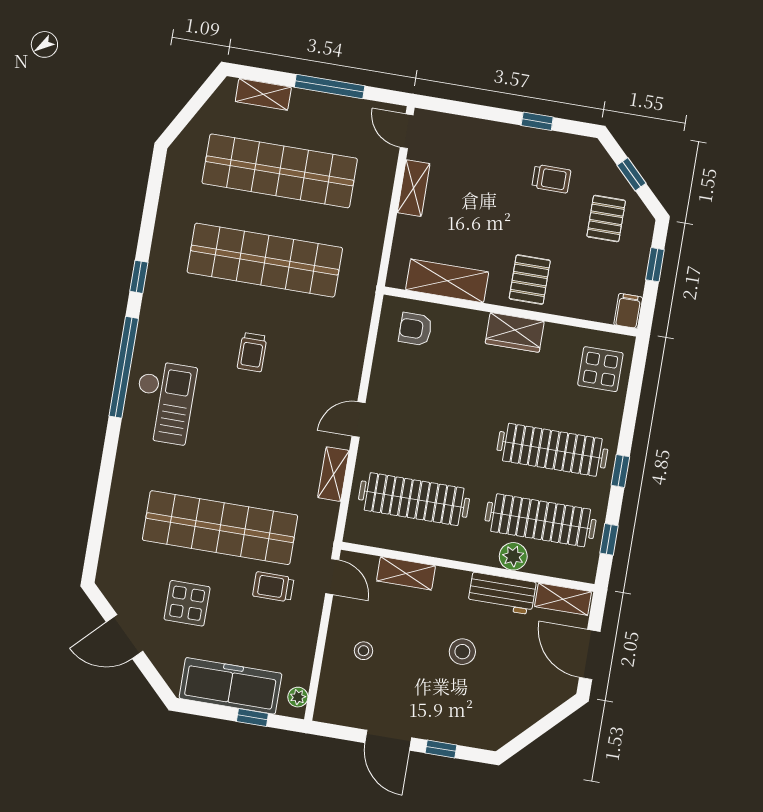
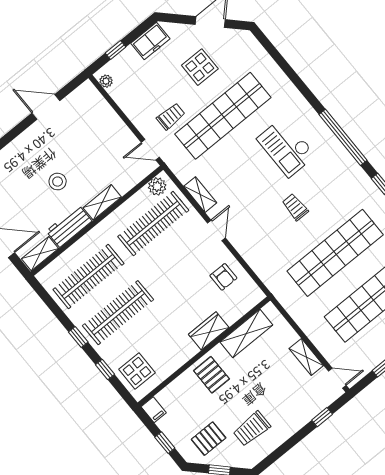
window: (537, 121) -> (322, 417), moved
trolley: (551, 179) -> (252, 429), width x1.36, depth x1.39
pallet: (606, 219) -> (209, 439), turned 90
armchair: (415, 329) -> (223, 277), moved, turned 90
wardrobe: (515, 332) -> (209, 331), moved
checkout: (164, 402) -> (286, 147), moved
window: (609, 539) -> (105, 369), moved
plant: (513, 556) -> (157, 186), moved
shelving: (406, 573) -> (102, 202), moved
stool: (363, 651) -> (101, 133), removed
freezer: (230, 686) -> (150, 41), width x0.52, depth x0.79
window: (441, 749) -> (19, 129), removed

